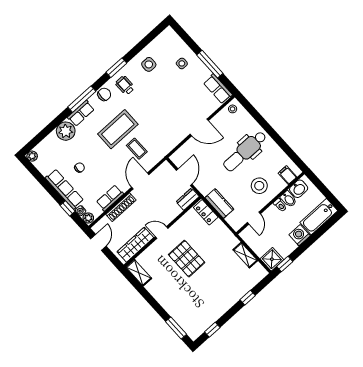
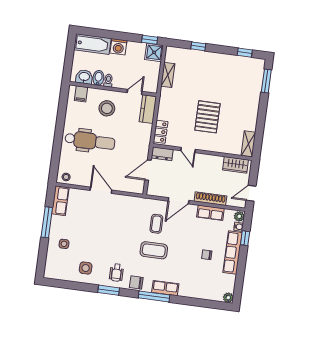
coffee table: (118, 129) -> (154, 250), width x0.73, depth x0.76
plant: (66, 131) -> (188, 288), removed
kitchen counter: (219, 203) -> (148, 109), moved
door: (162, 232) -> (188, 150), moved
wardrobe: (135, 245) -> (235, 165), width x0.67

